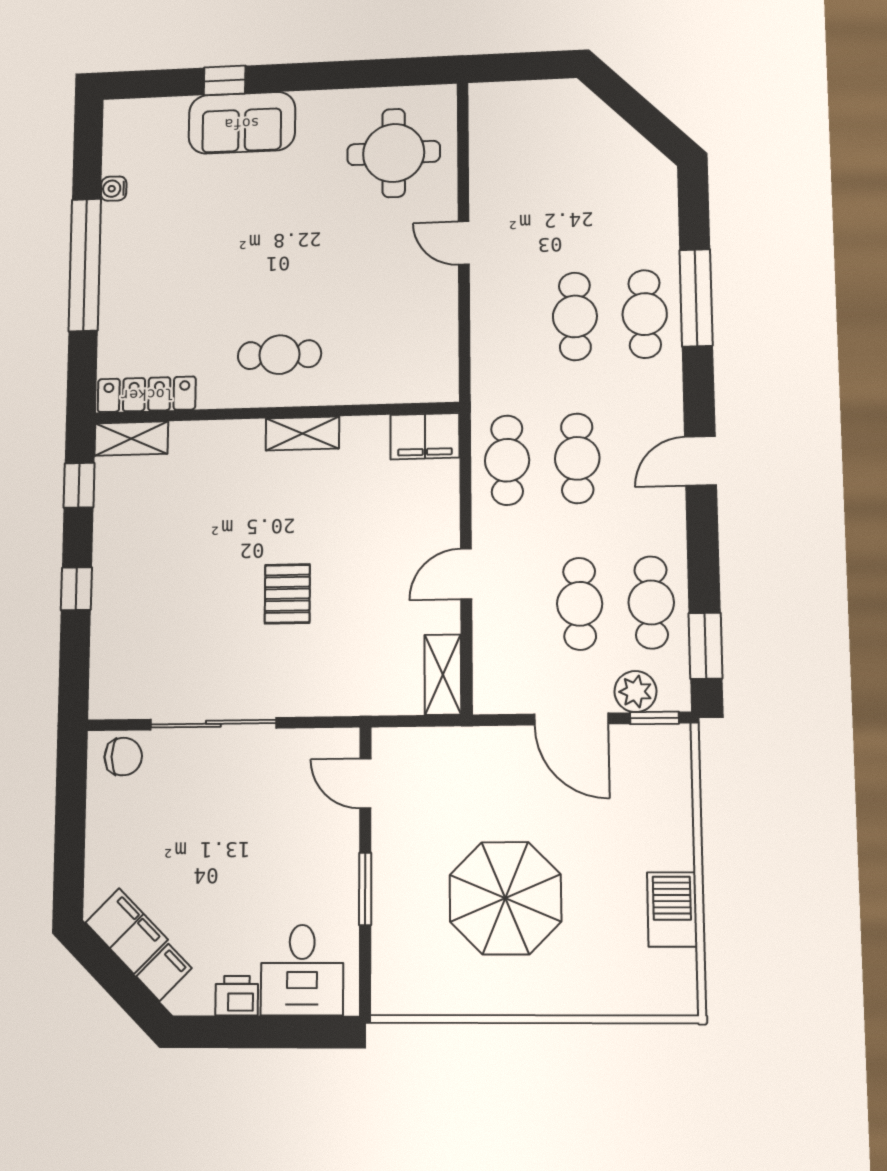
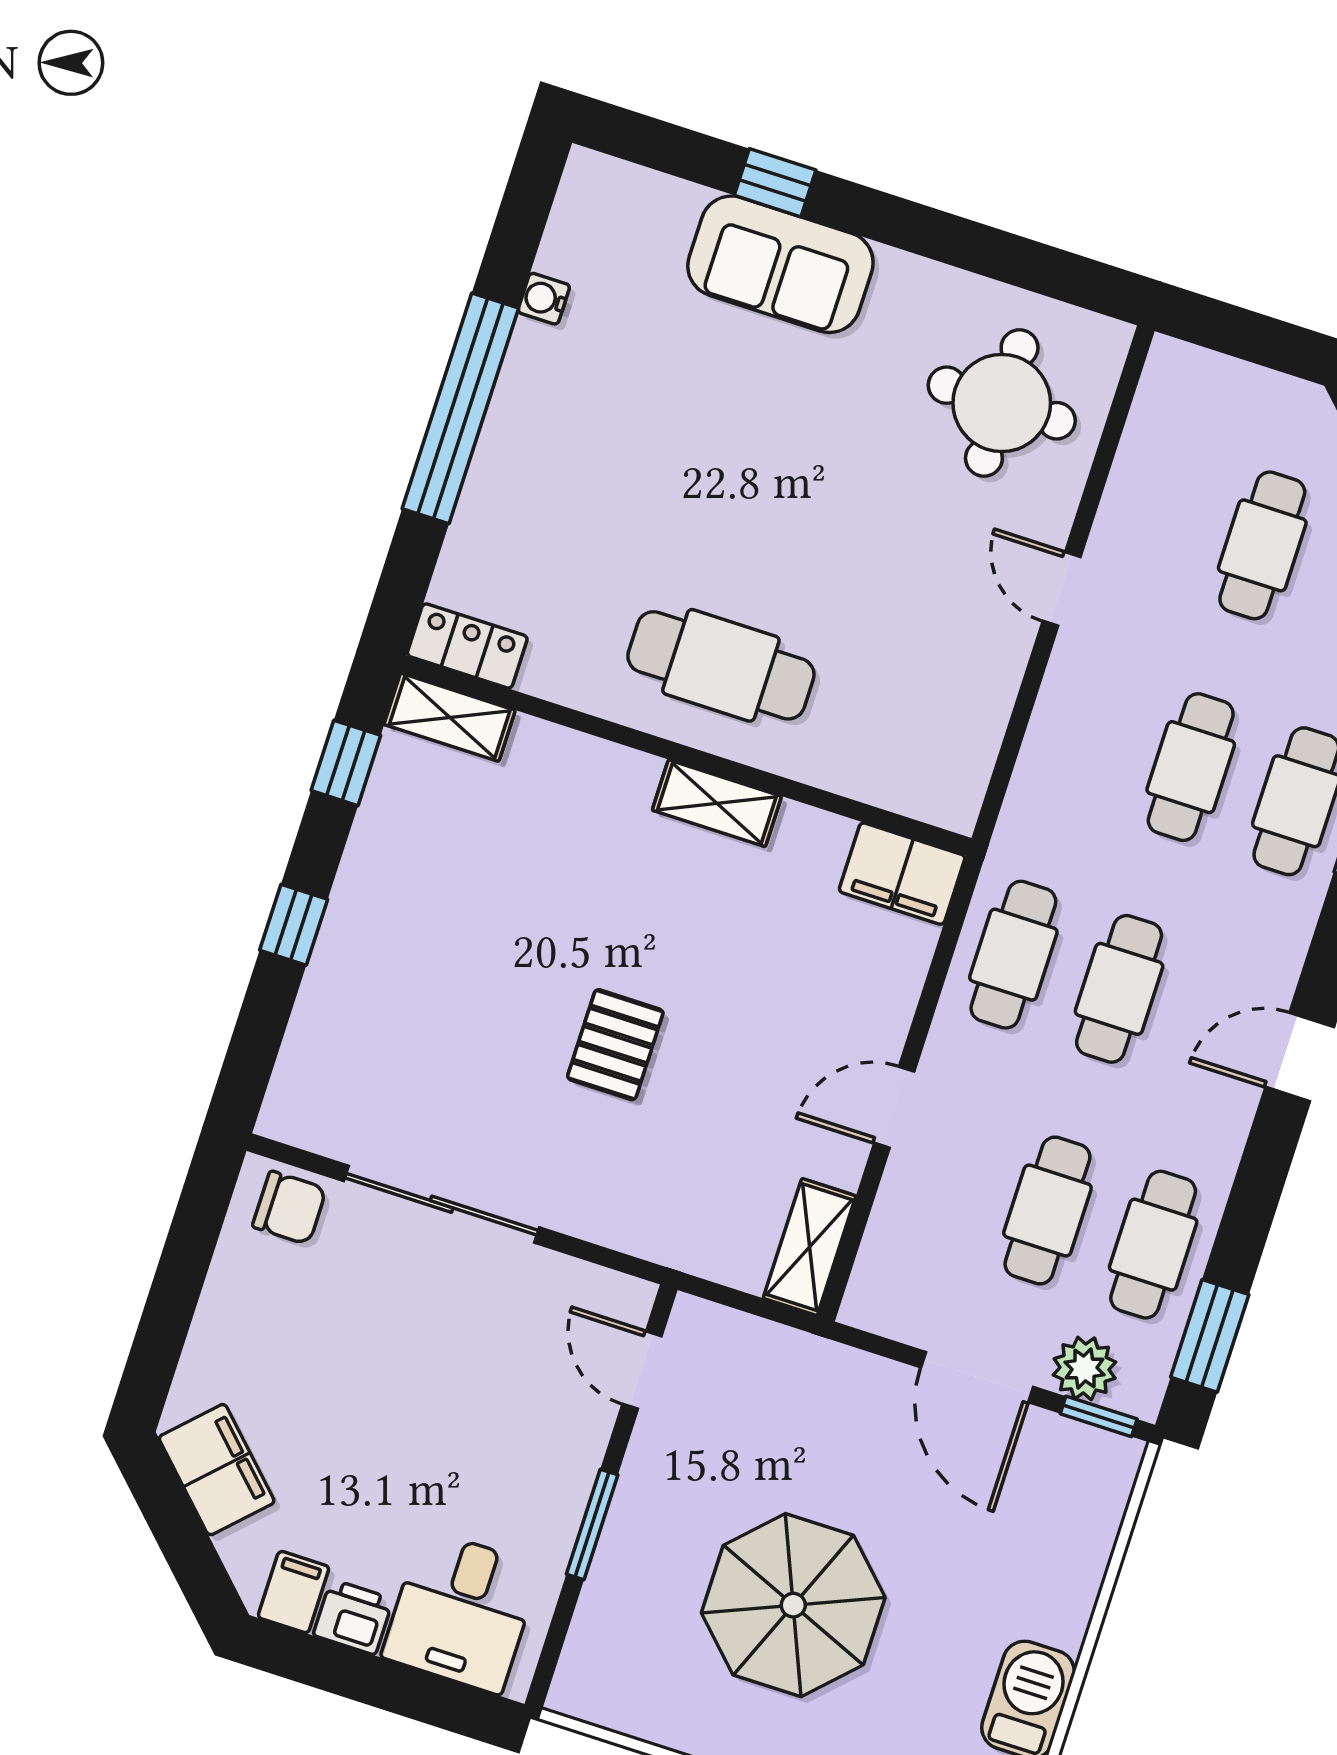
cafe table: (573, 178) -> (1262, 545), added
cafe table: (279, 355) -> (721, 665), width x1.37, depth x1.35
locker: (147, 394) -> (467, 646), width x0.66
filing cabinet: (164, 972) -> (294, 1592), moved, turned -45

